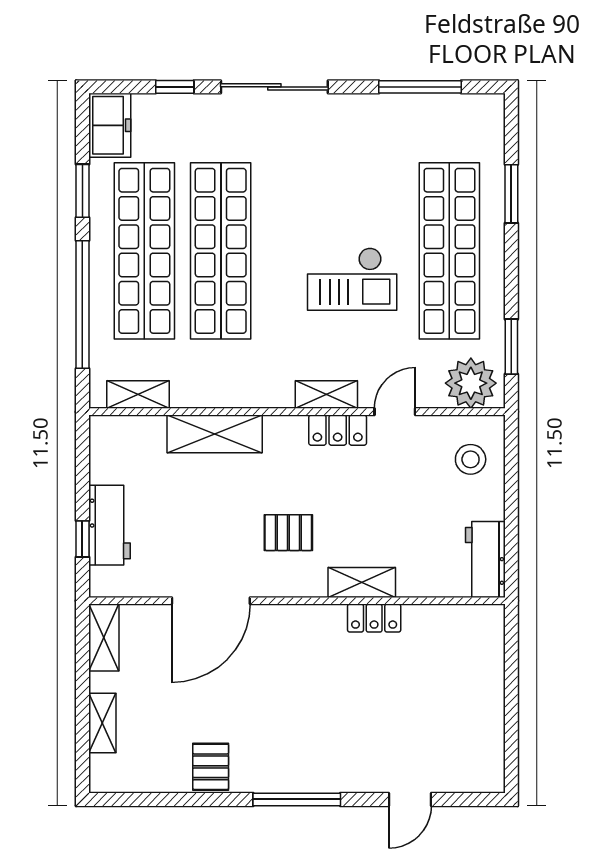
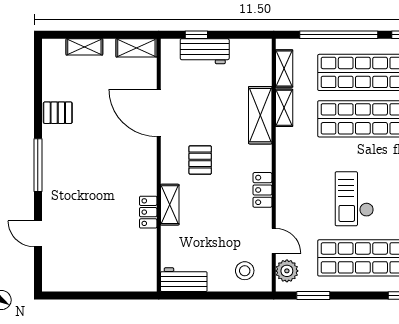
plant: (471, 383) -> (287, 271), width x0.73, depth x0.73
shelving: (326, 395) -> (284, 108), moved
door: (395, 412) -> (274, 241), moved

